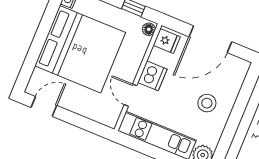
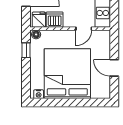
dishwasher: (152, 76) -> (55, 20), moved
door: (44, 106) -> (114, 68), moved

